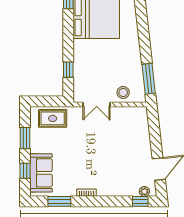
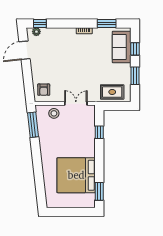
armchair: (136, 121) -> (44, 90), added

